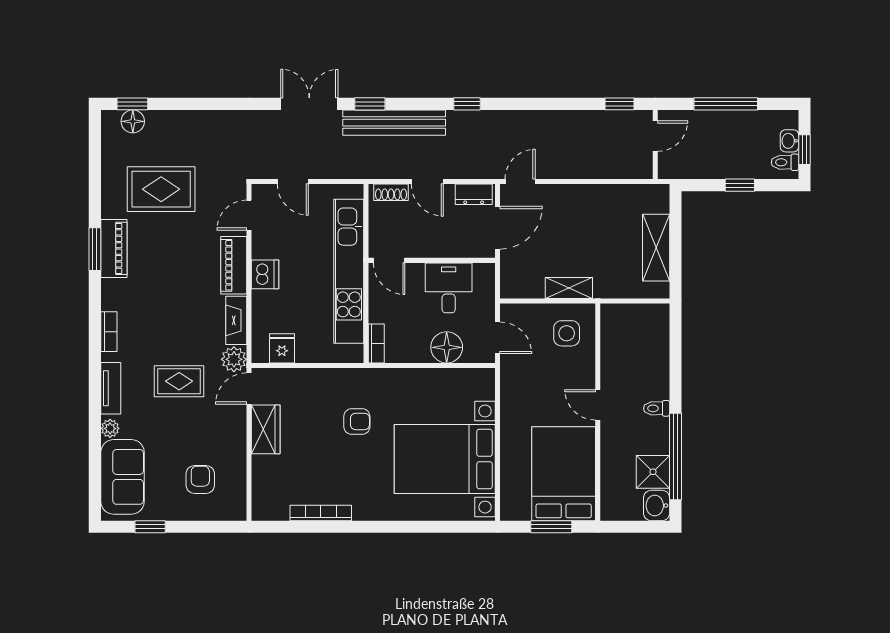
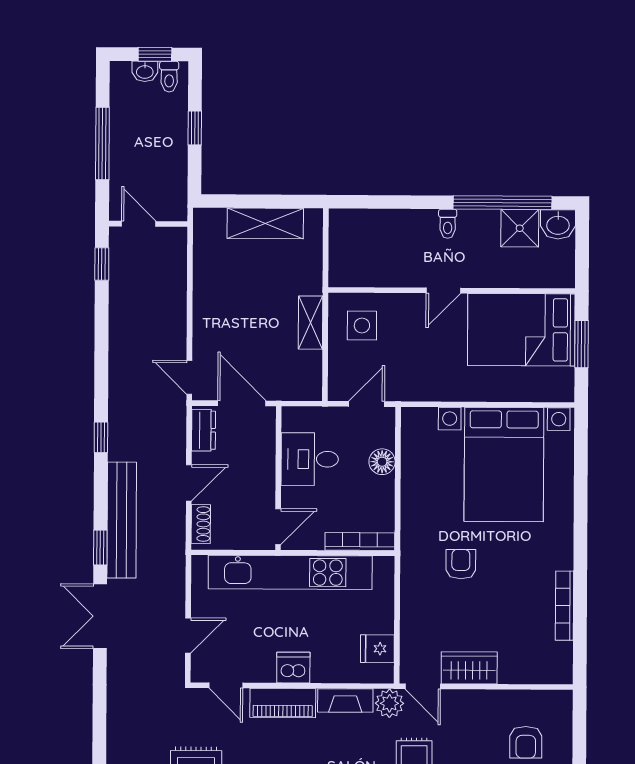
bookcase: (376, 344) -> (360, 542), width x1.56
floor lamp: (447, 347) -> (382, 462), width x0.73, depth x0.73
armchair: (200, 480) -> (526, 742), turned -90

